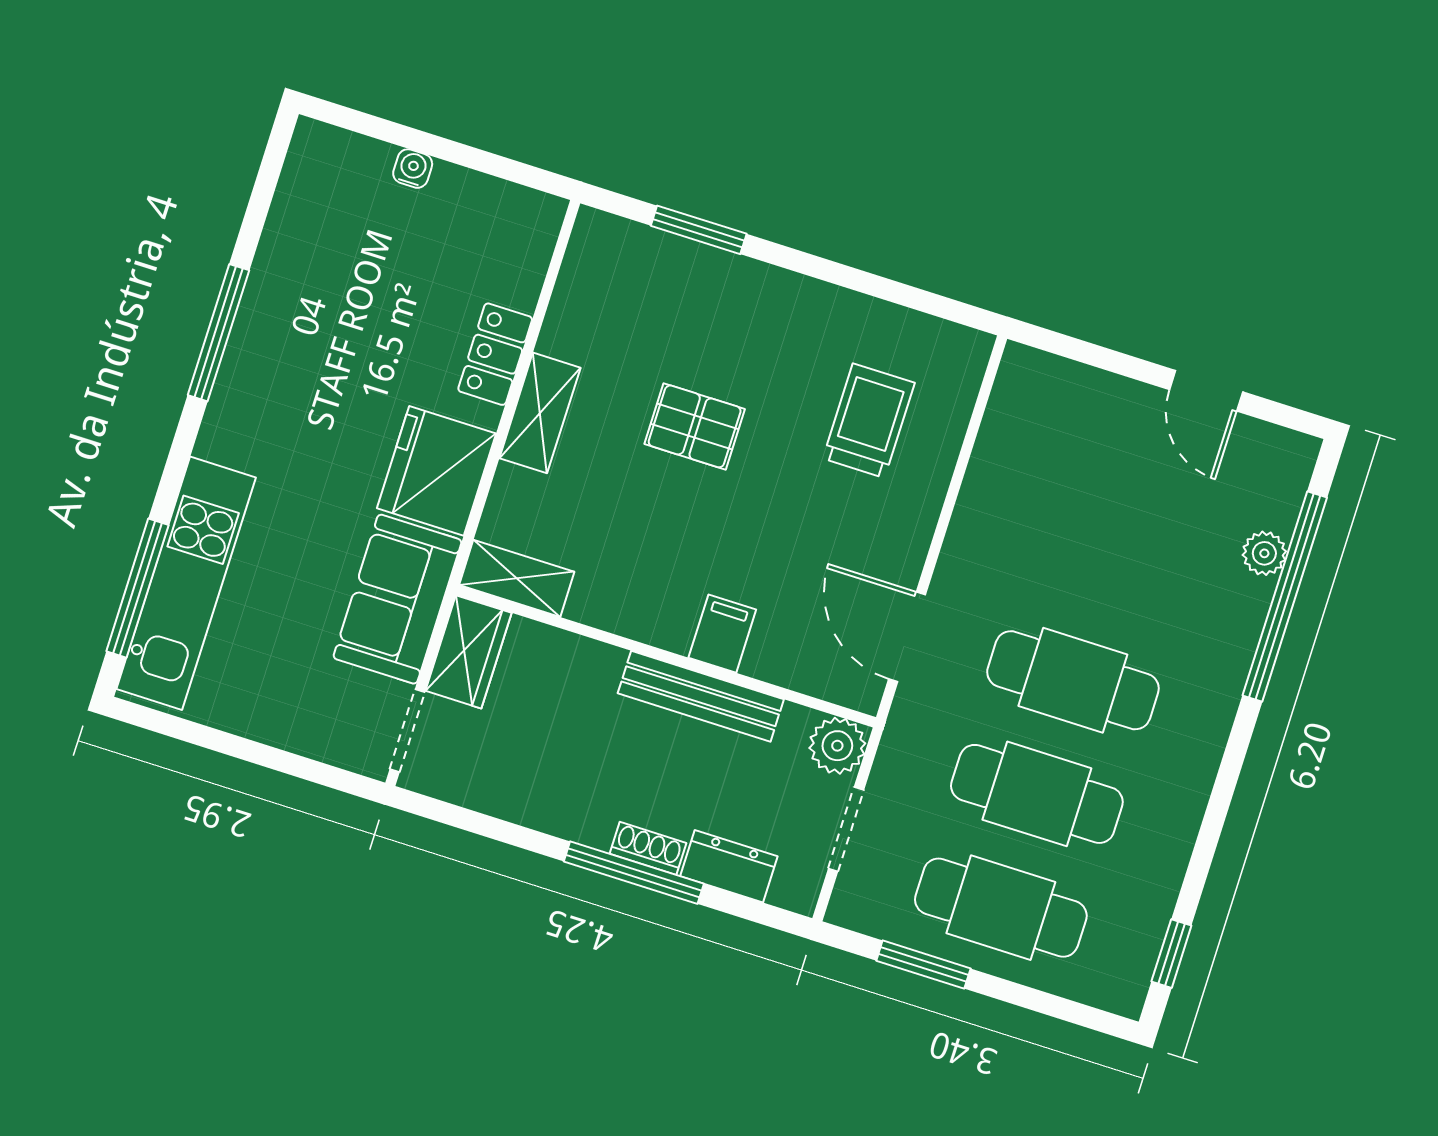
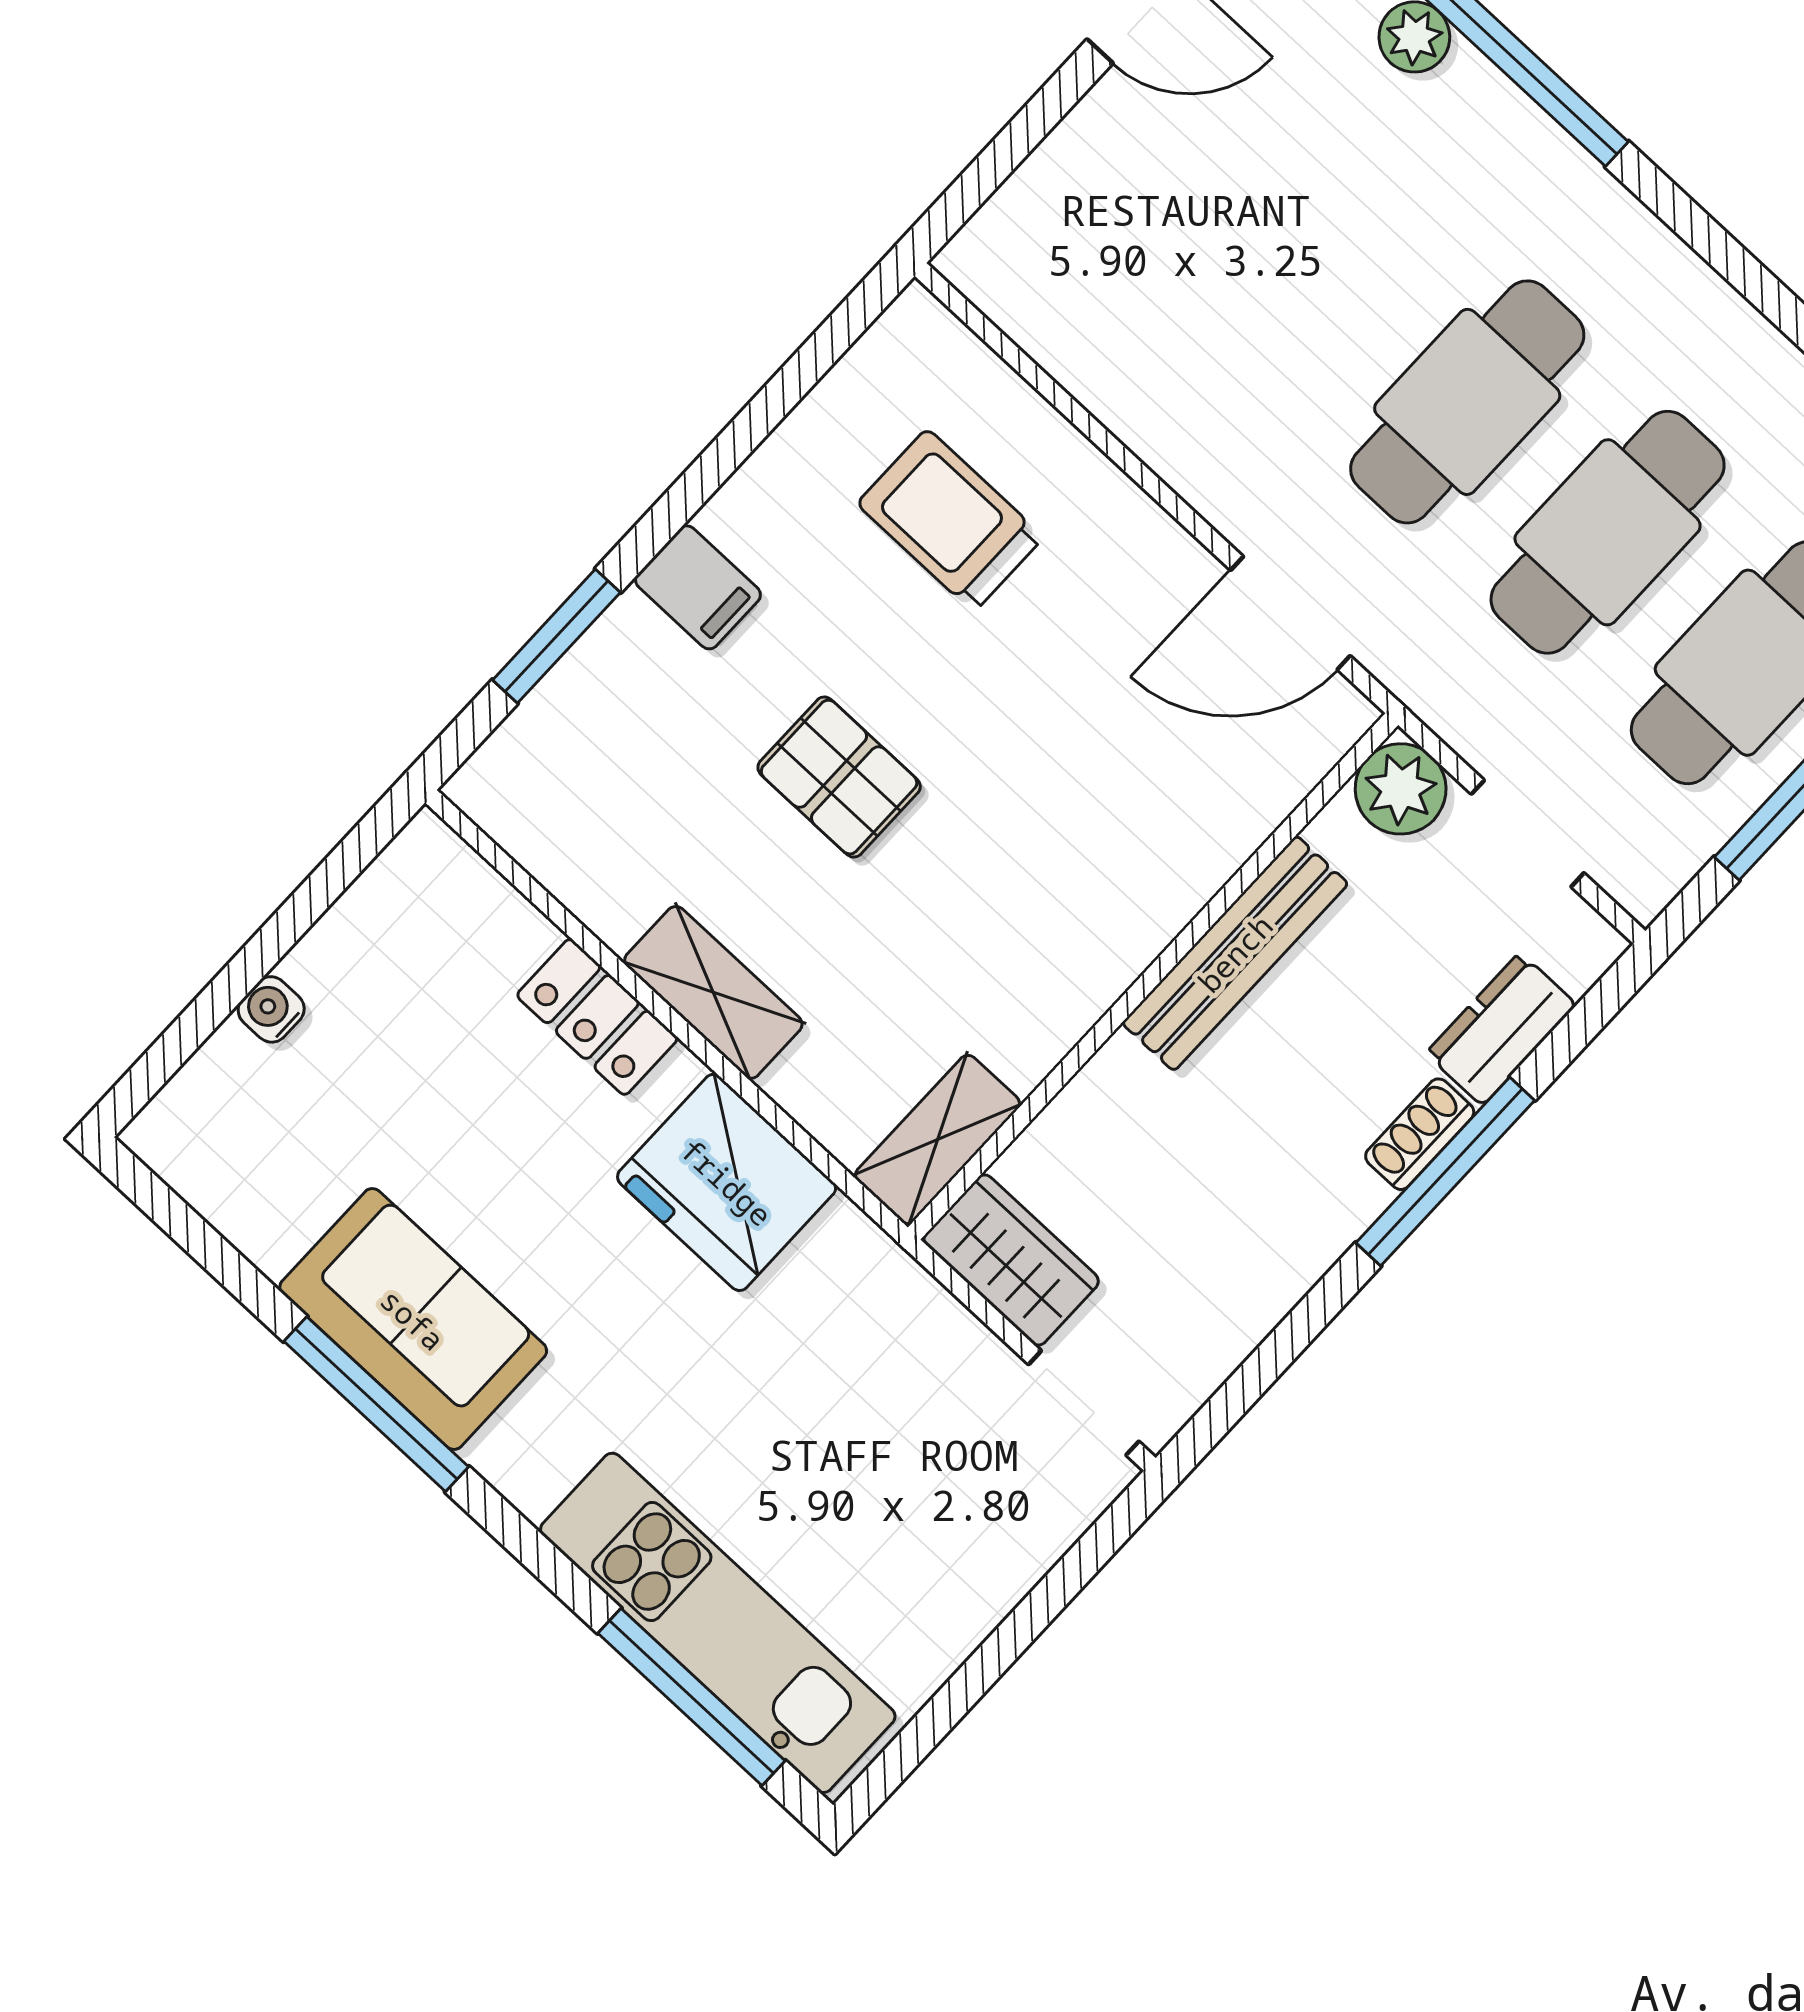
pallet: (695, 426) -> (839, 777), turned 90
sofa: (397, 599) -> (413, 1319), moved, turned 180
filing cabinet: (722, 634) -> (698, 587), moved, turned 180

